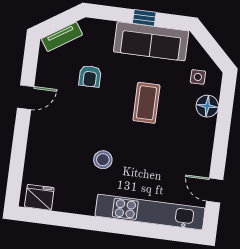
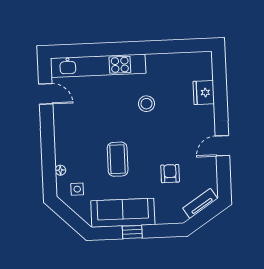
floor lamp: (207, 106) -> (60, 170), width x0.53, depth x0.53
fridge: (39, 197) -> (204, 93), moved, turned 90

